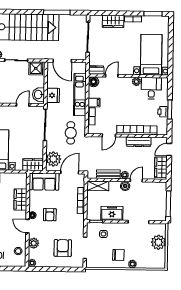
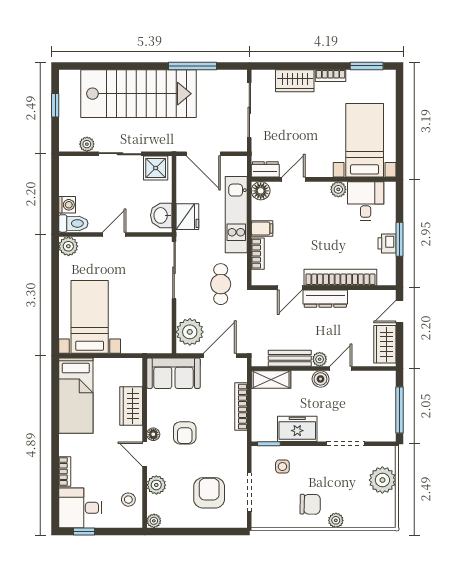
door: (23, 105) -> (114, 234), moved
dresser: (139, 142) -> (325, 299), moved
wardrobe: (33, 165) -> (153, 343), removed

